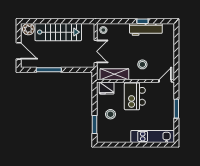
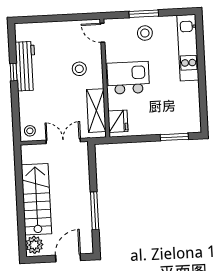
kitchen island: (135, 96) -> (128, 78), turned 180
stool: (111, 114) -> (145, 33), moved

